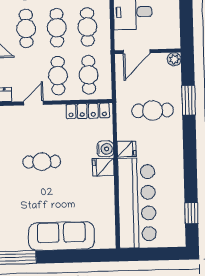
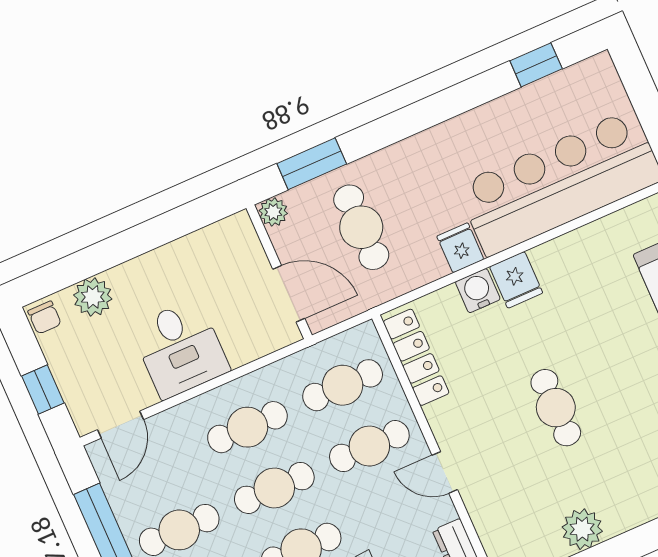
wall: (148, 51) -> (279, 272), moved
door: (137, 52) -> (289, 294), moved
plant: (174, 59) -> (273, 212), moved

